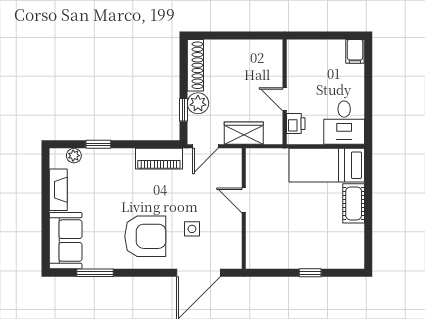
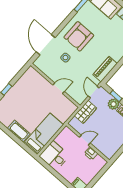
printer: (296, 124) -> (91, 153), moved

